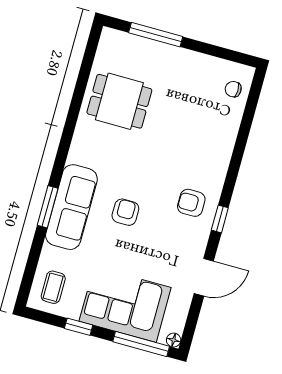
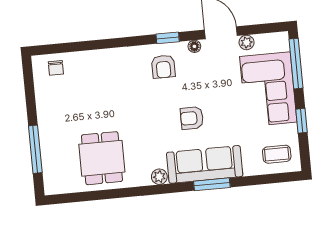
plant: (77, 154) -> (159, 177), added
plant: (183, 300) -> (247, 42), added
floor lamp: (174, 340) -> (194, 46), moved

